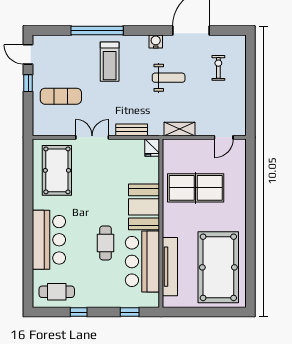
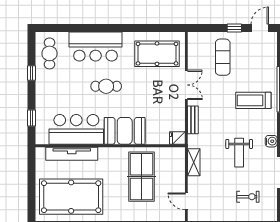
cafe table: (106, 243) -> (106, 86), moved

